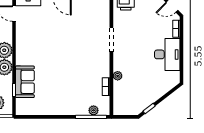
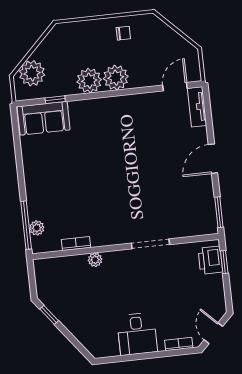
desk: (167, 54) -> (137, 334), width x0.73
sofa: (25, 82) -> (44, 118), moved

